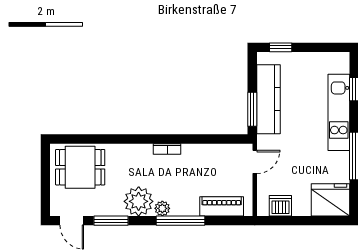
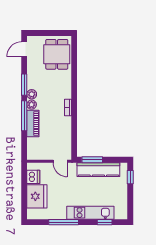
fridge: (330, 200) -> (37, 196), moved
plant: (139, 201) -> (32, 94), width x0.53, depth x0.53
piano: (222, 206) -> (33, 123), moved
window: (111, 221) -> (24, 85), moved

